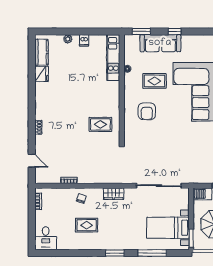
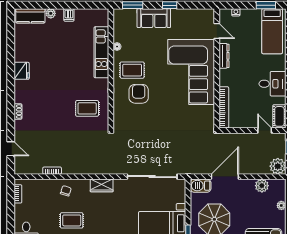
sofa: (160, 43) -> (154, 18), width x0.73
kitchen counter: (41, 52) -> (30, 16), moved, turned 90
kitchen unit: (113, 58) -> (101, 52), moved
fridge: (42, 74) -> (22, 71), moved
rug: (154, 81) -> (132, 70), moved
armchair: (147, 111) -> (139, 94), turned 180

